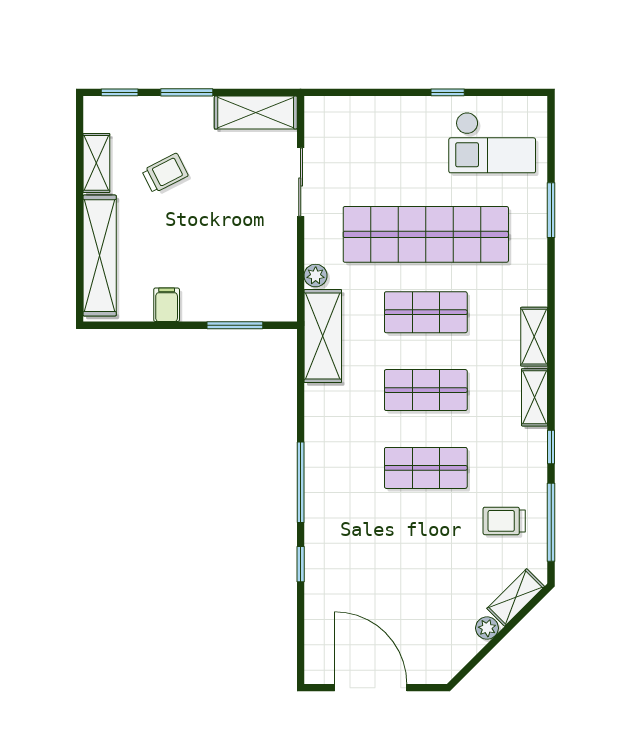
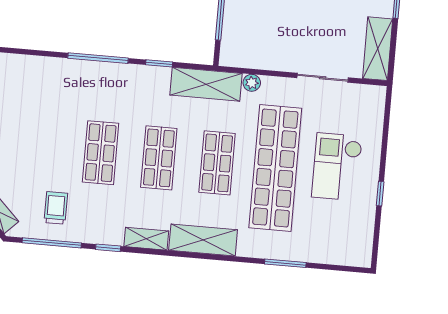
checkout: (492, 143) -> (337, 167), moved
shelving: (534, 337) -> (203, 240), width x1.50, depth x1.33
window: (301, 564) -> (159, 63), moved

